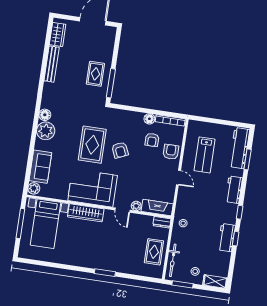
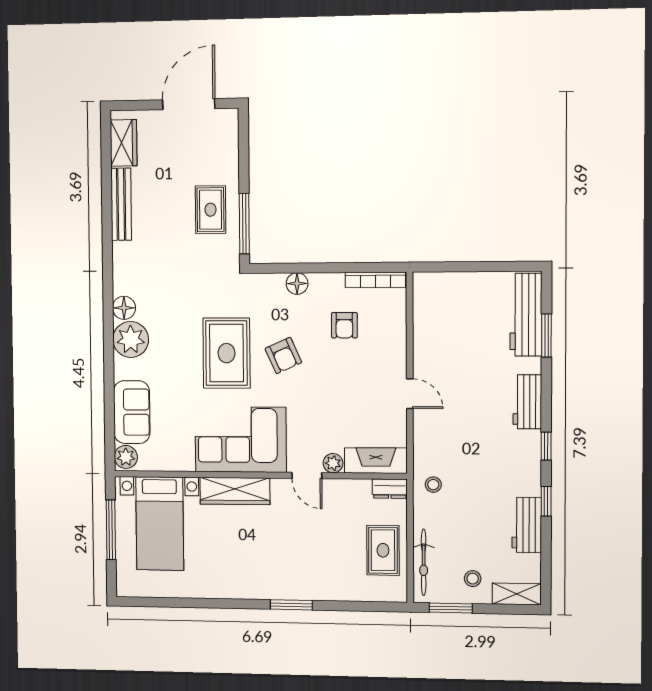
floor lamp: (149, 119) -> (297, 284), moved
armchair: (171, 152) -> (386, 344), removed
lab bench: (205, 155) -> (456, 340), removed
workbench: (226, 238) -> (527, 525), moved

